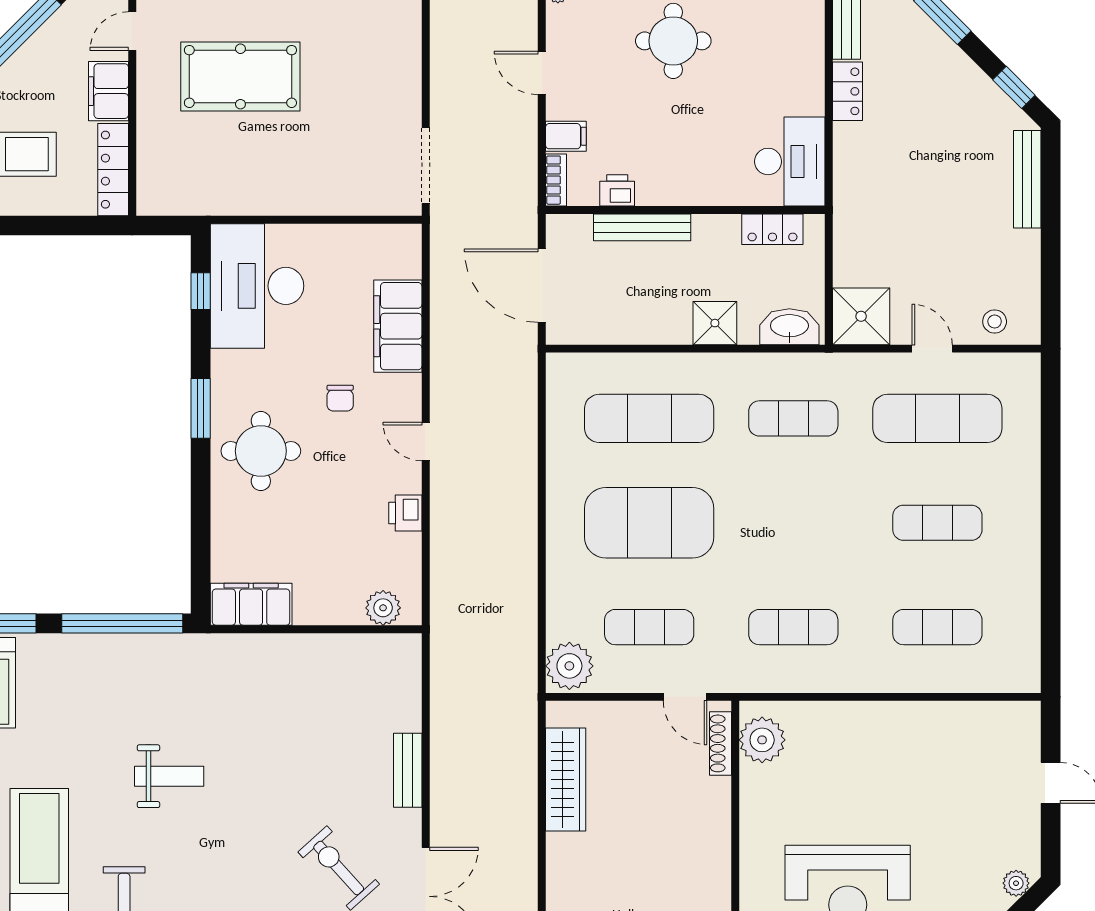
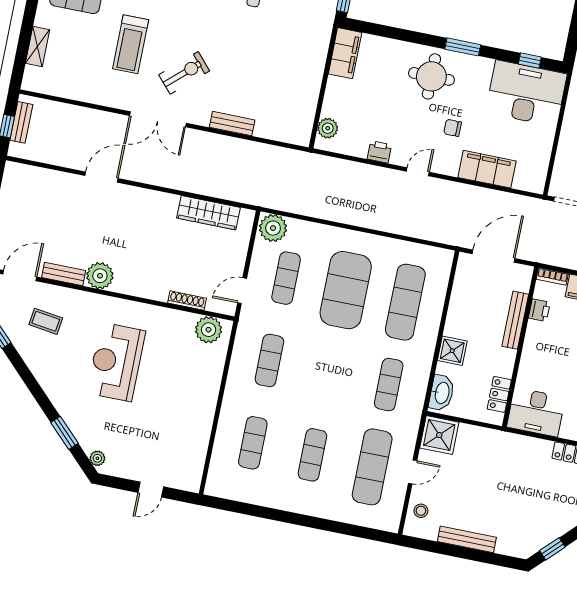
bench: (1027, 179) -> (467, 539), moved
shoe rack: (721, 743) -> (187, 301), moved

